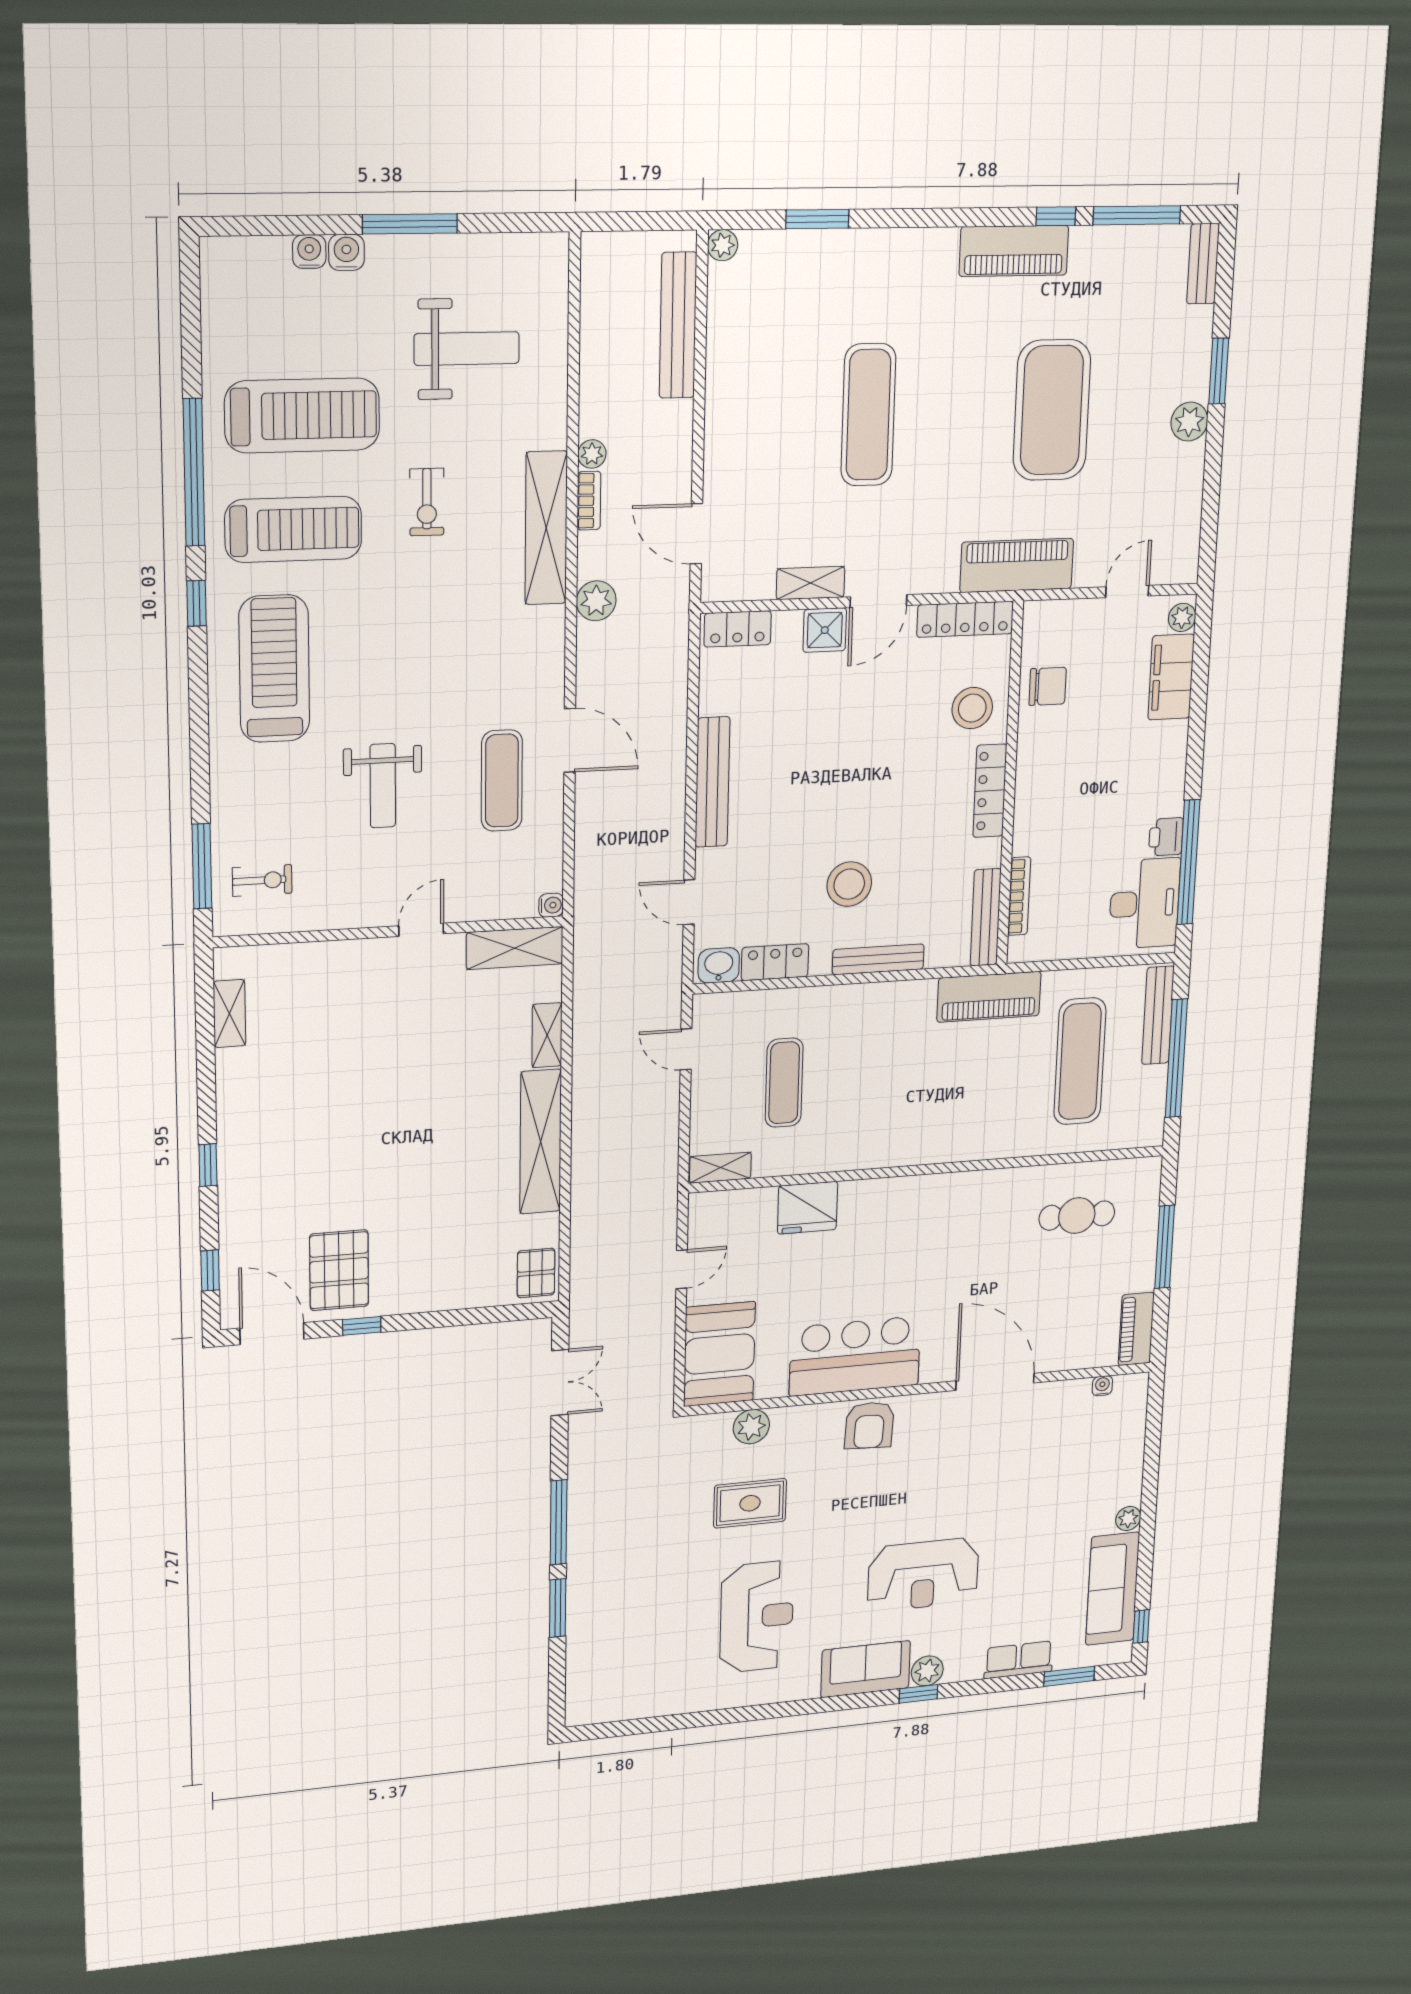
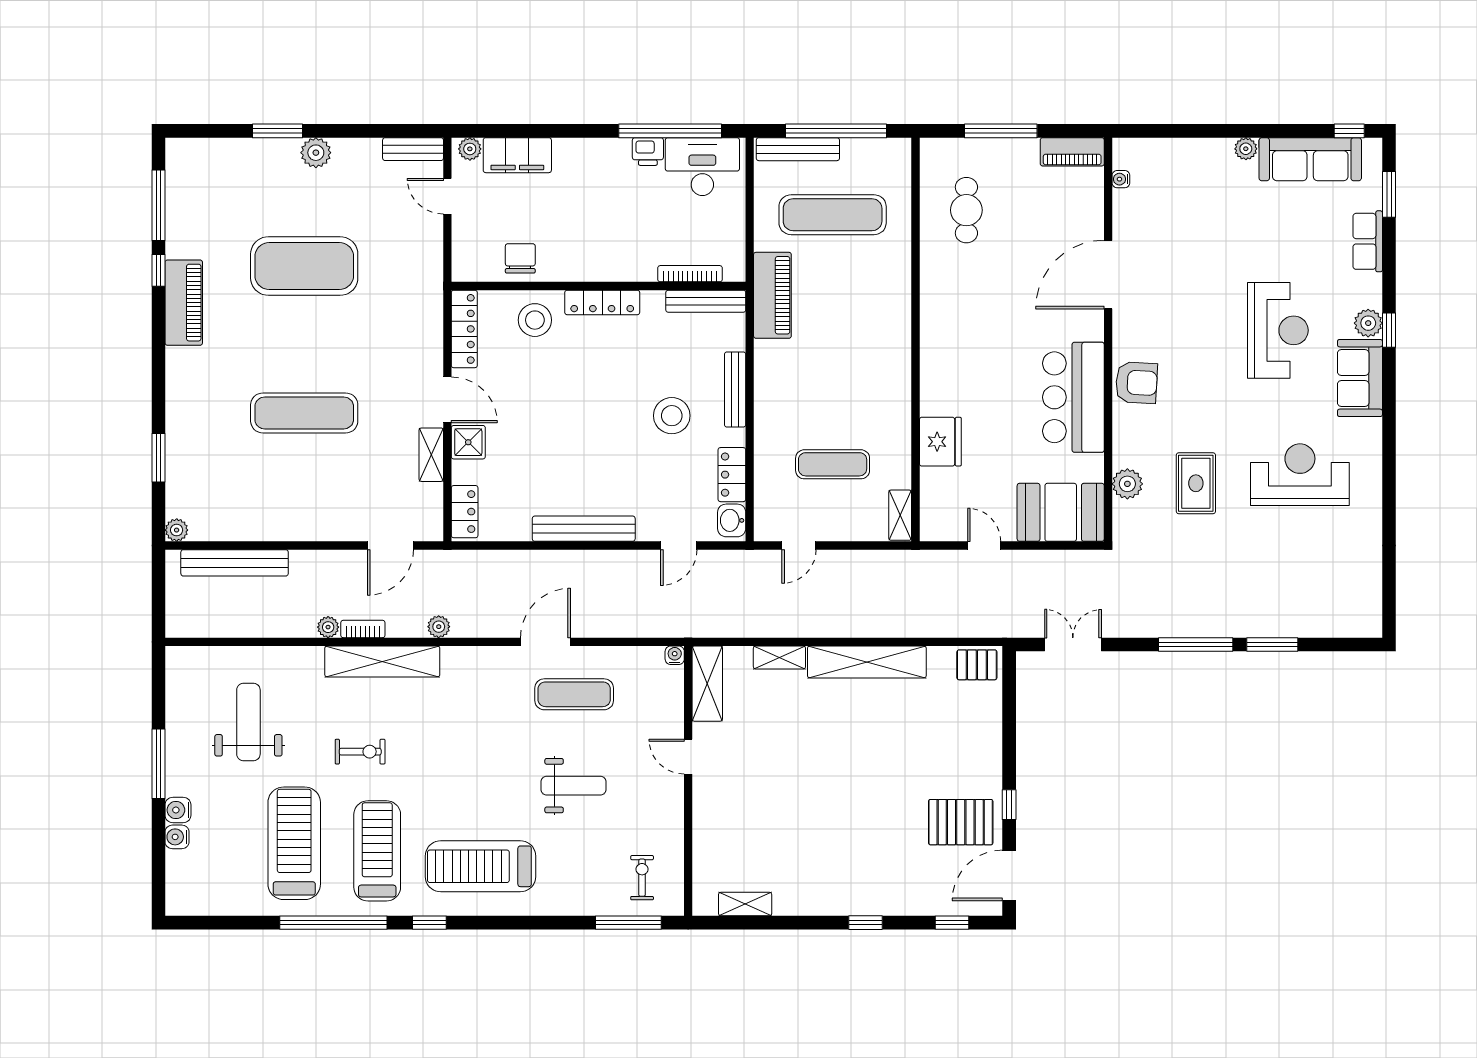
bench: (1203, 264) -> (413, 149), moved
piano: (1017, 565) -> (424, 289), removed
plant: (596, 601) -> (439, 627), width x0.73, depth x0.73

